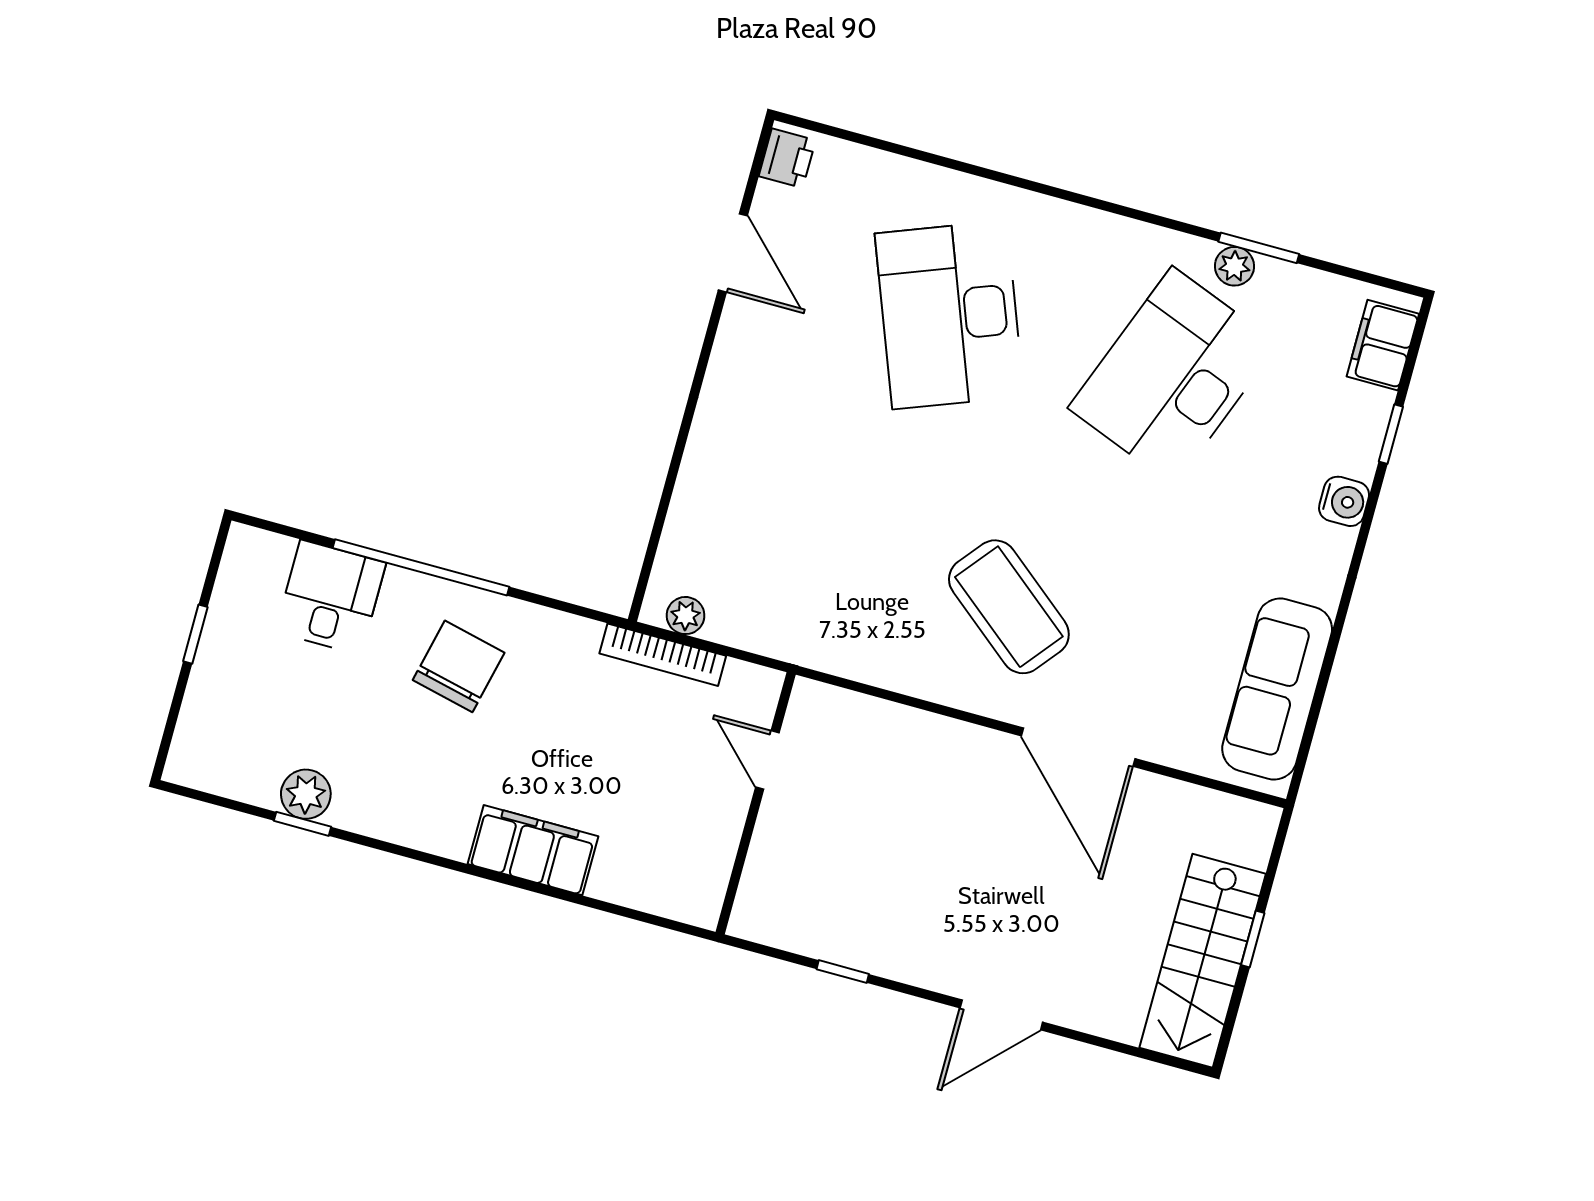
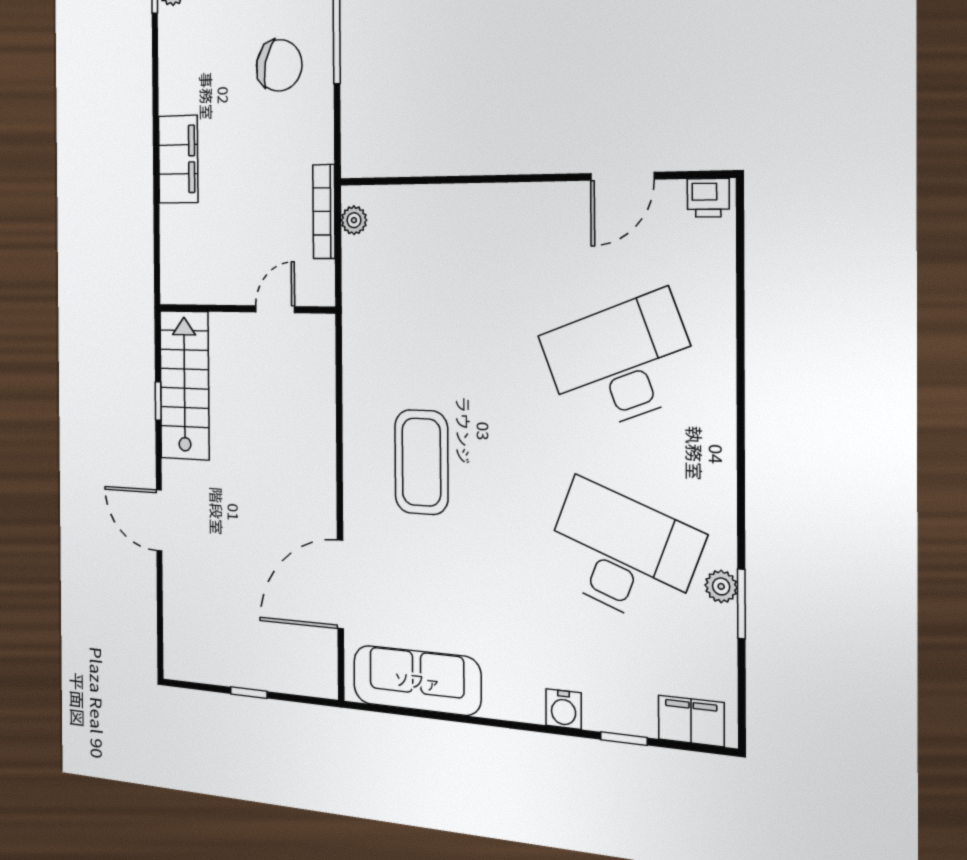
coffee table: (1009, 607) -> (421, 462), turned -39
door: (1078, 747) -> (340, 584), moved
stairs: (1203, 961) -> (185, 385), moved, turned 90

